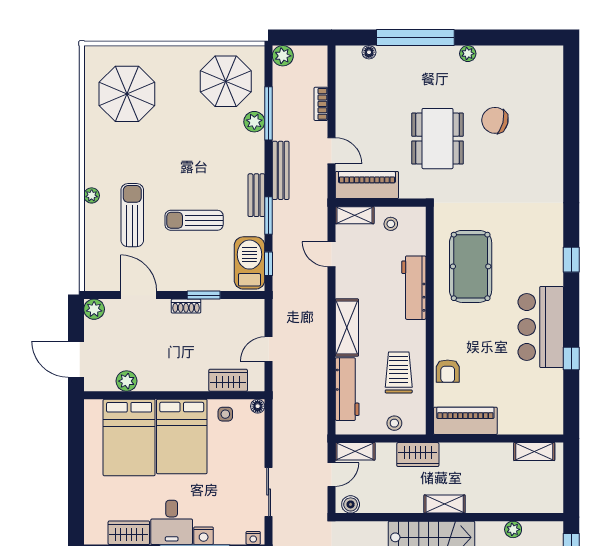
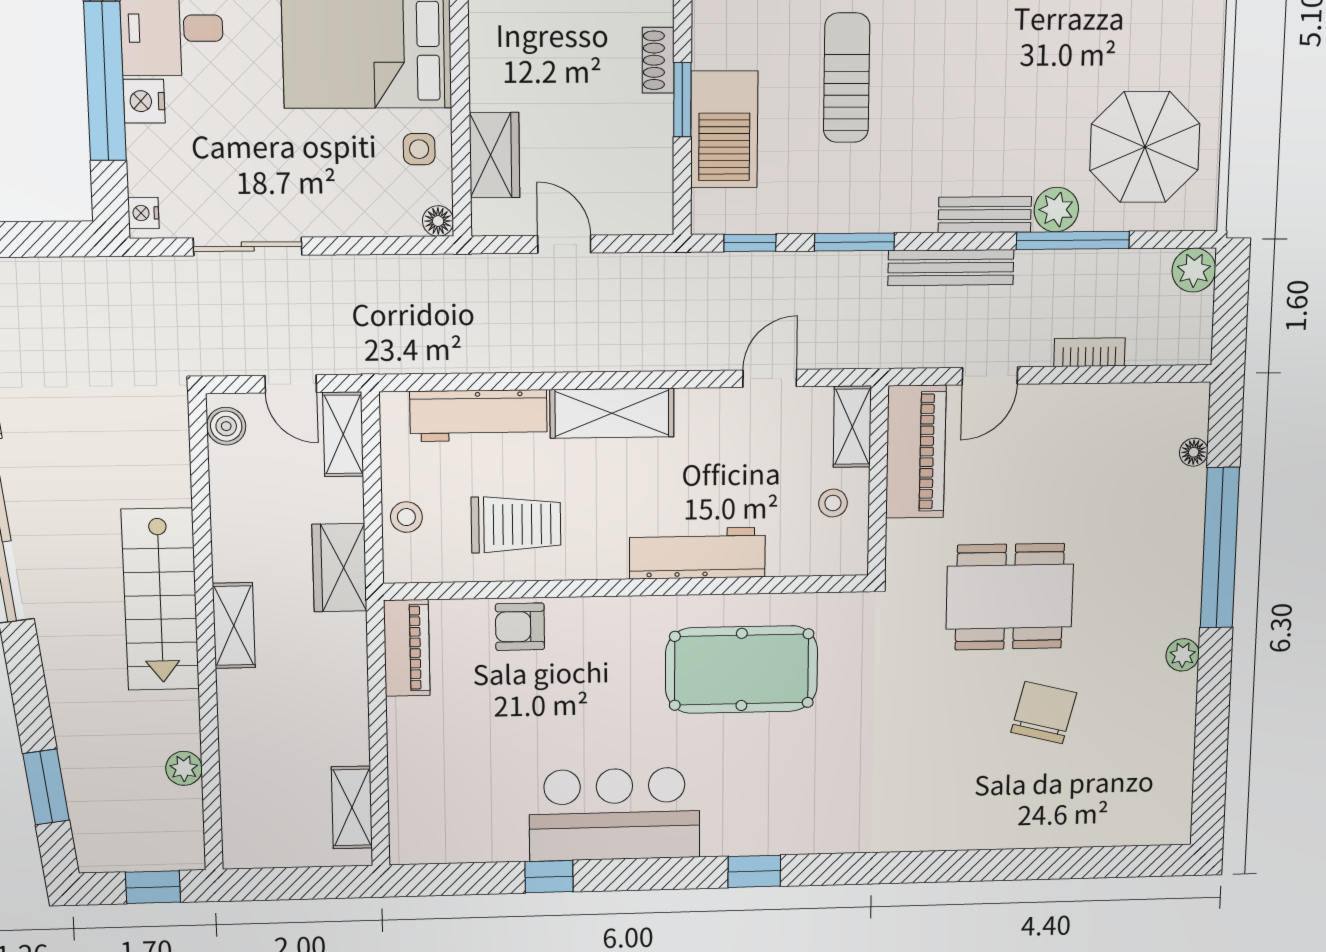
bench: (256, 195) -> (985, 215), moved
barbecue: (249, 263) -> (724, 129), moved, turned 90
piano: (465, 421) -> (407, 648), width x0.73, depth x0.75

